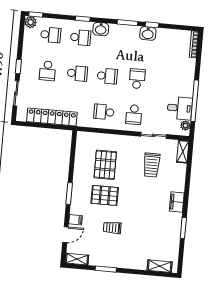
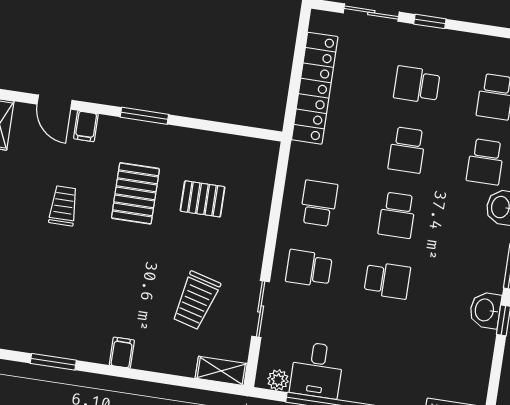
pallet: (105, 165) -> (203, 199), width x0.67, depth x0.71
trolley: (152, 165) -> (196, 300), turned -75
filing cabinet: (177, 202) -> (122, 353), width x0.50

